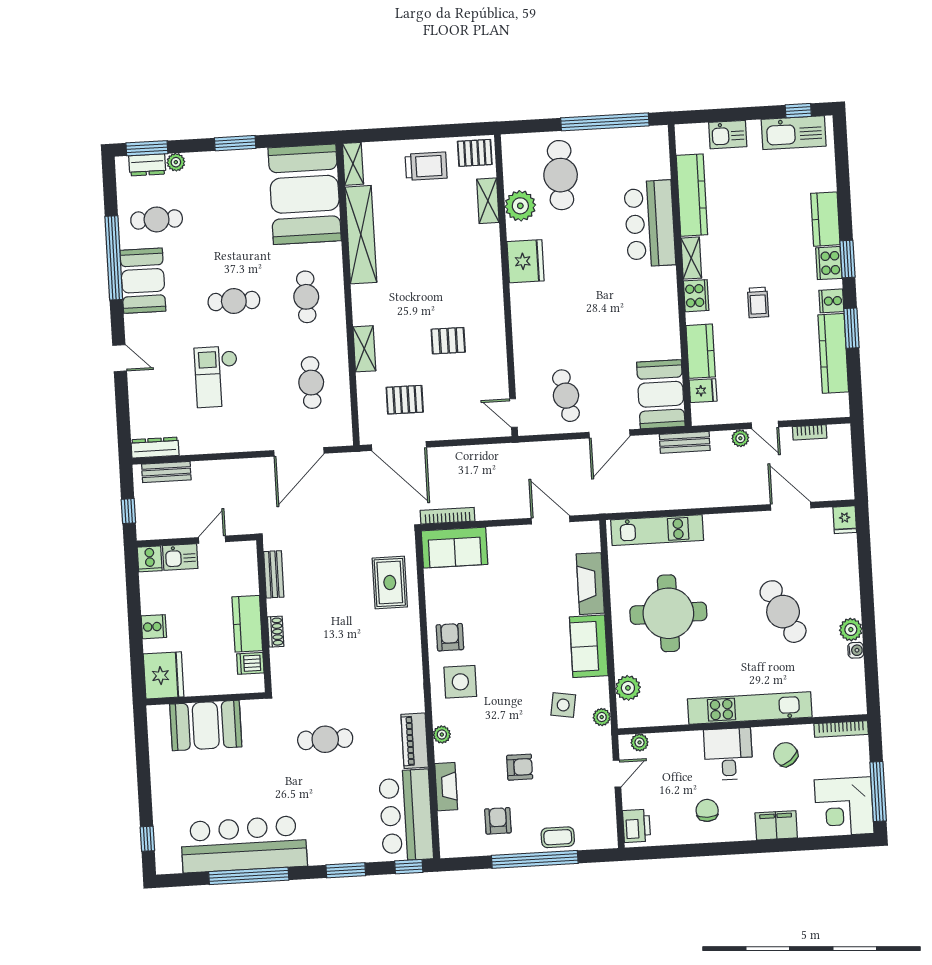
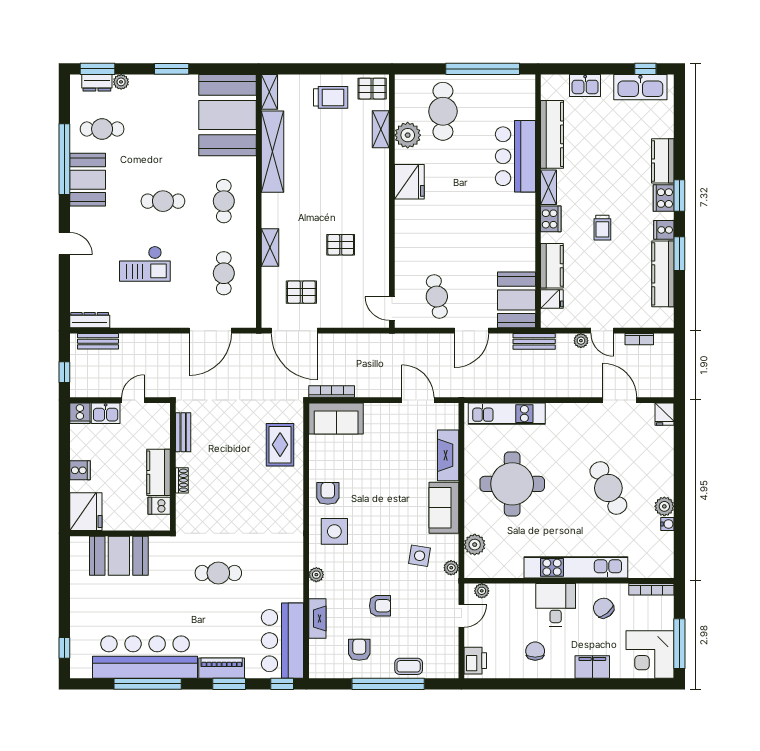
checkout: (217, 377) -> (145, 264), turned -90
piano: (415, 741) -> (222, 668), moved, turned 90

